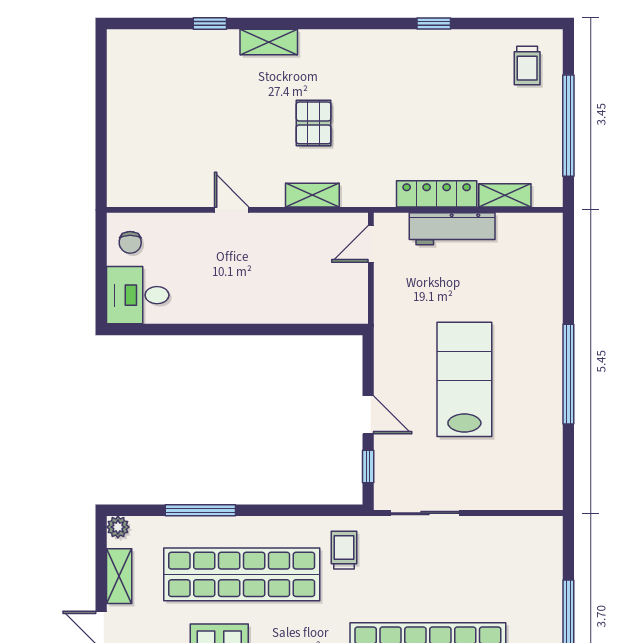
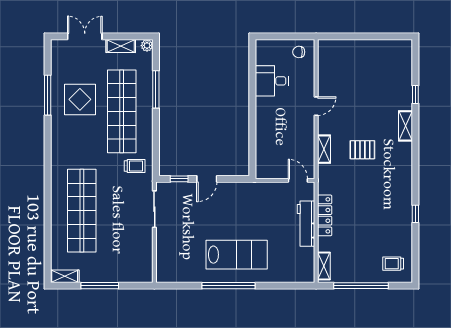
shelving: (505, 195) -> (324, 266), moved
desk: (138, 295) -> (272, 81), moved, turned -90
lab bench: (464, 379) -> (237, 255), moved

